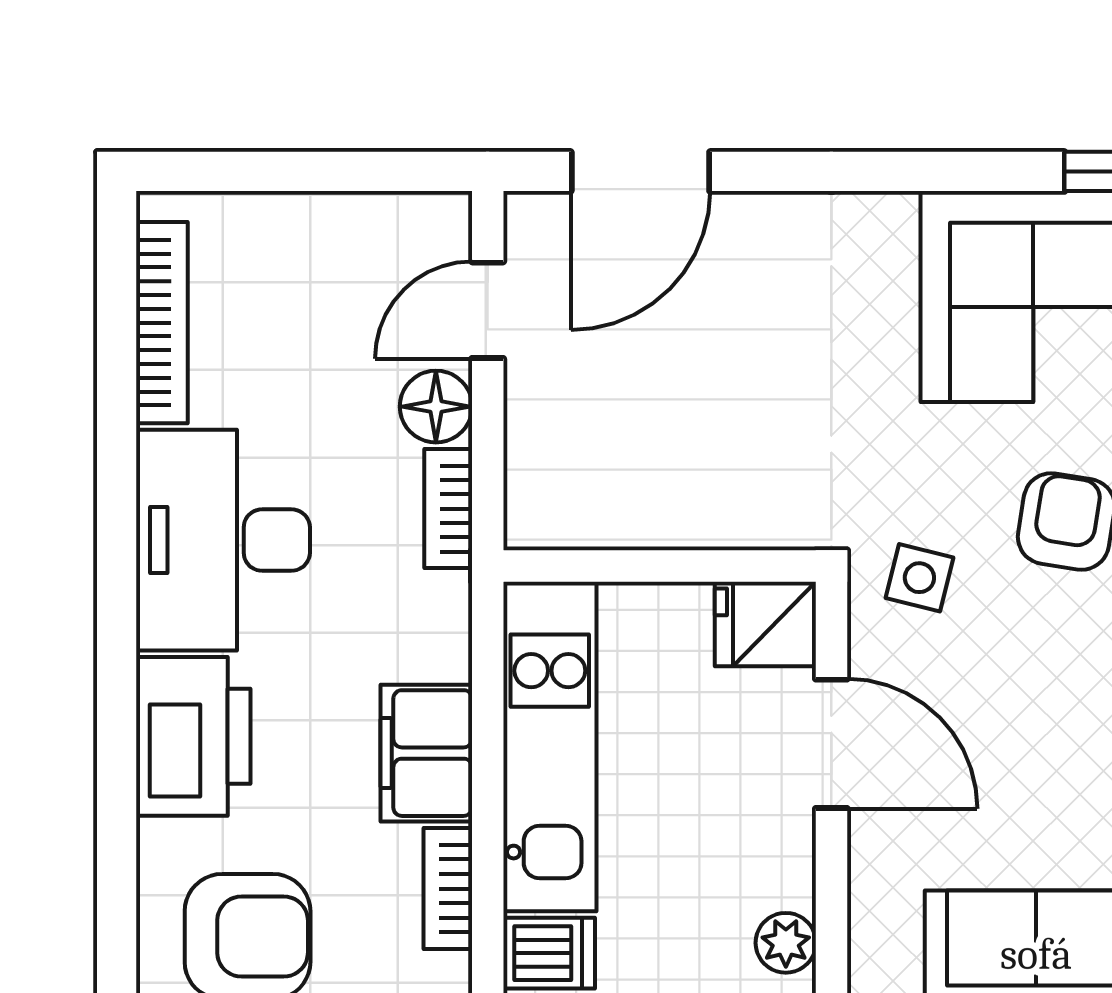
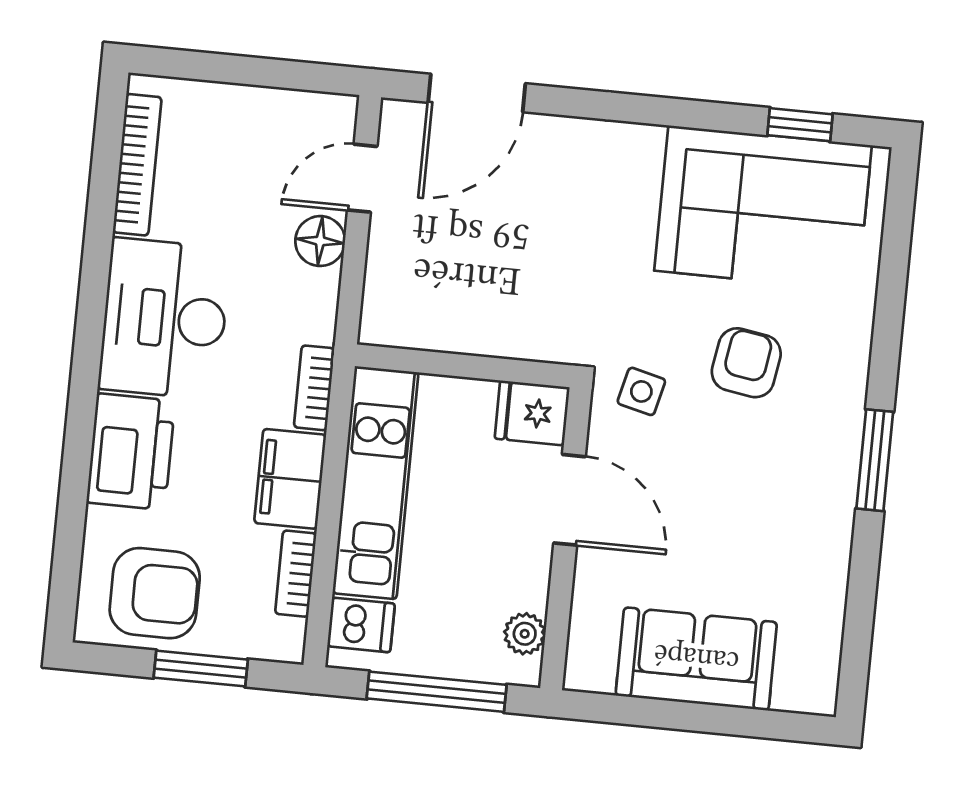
bookcase: (448, 509) -> (314, 388), moved

